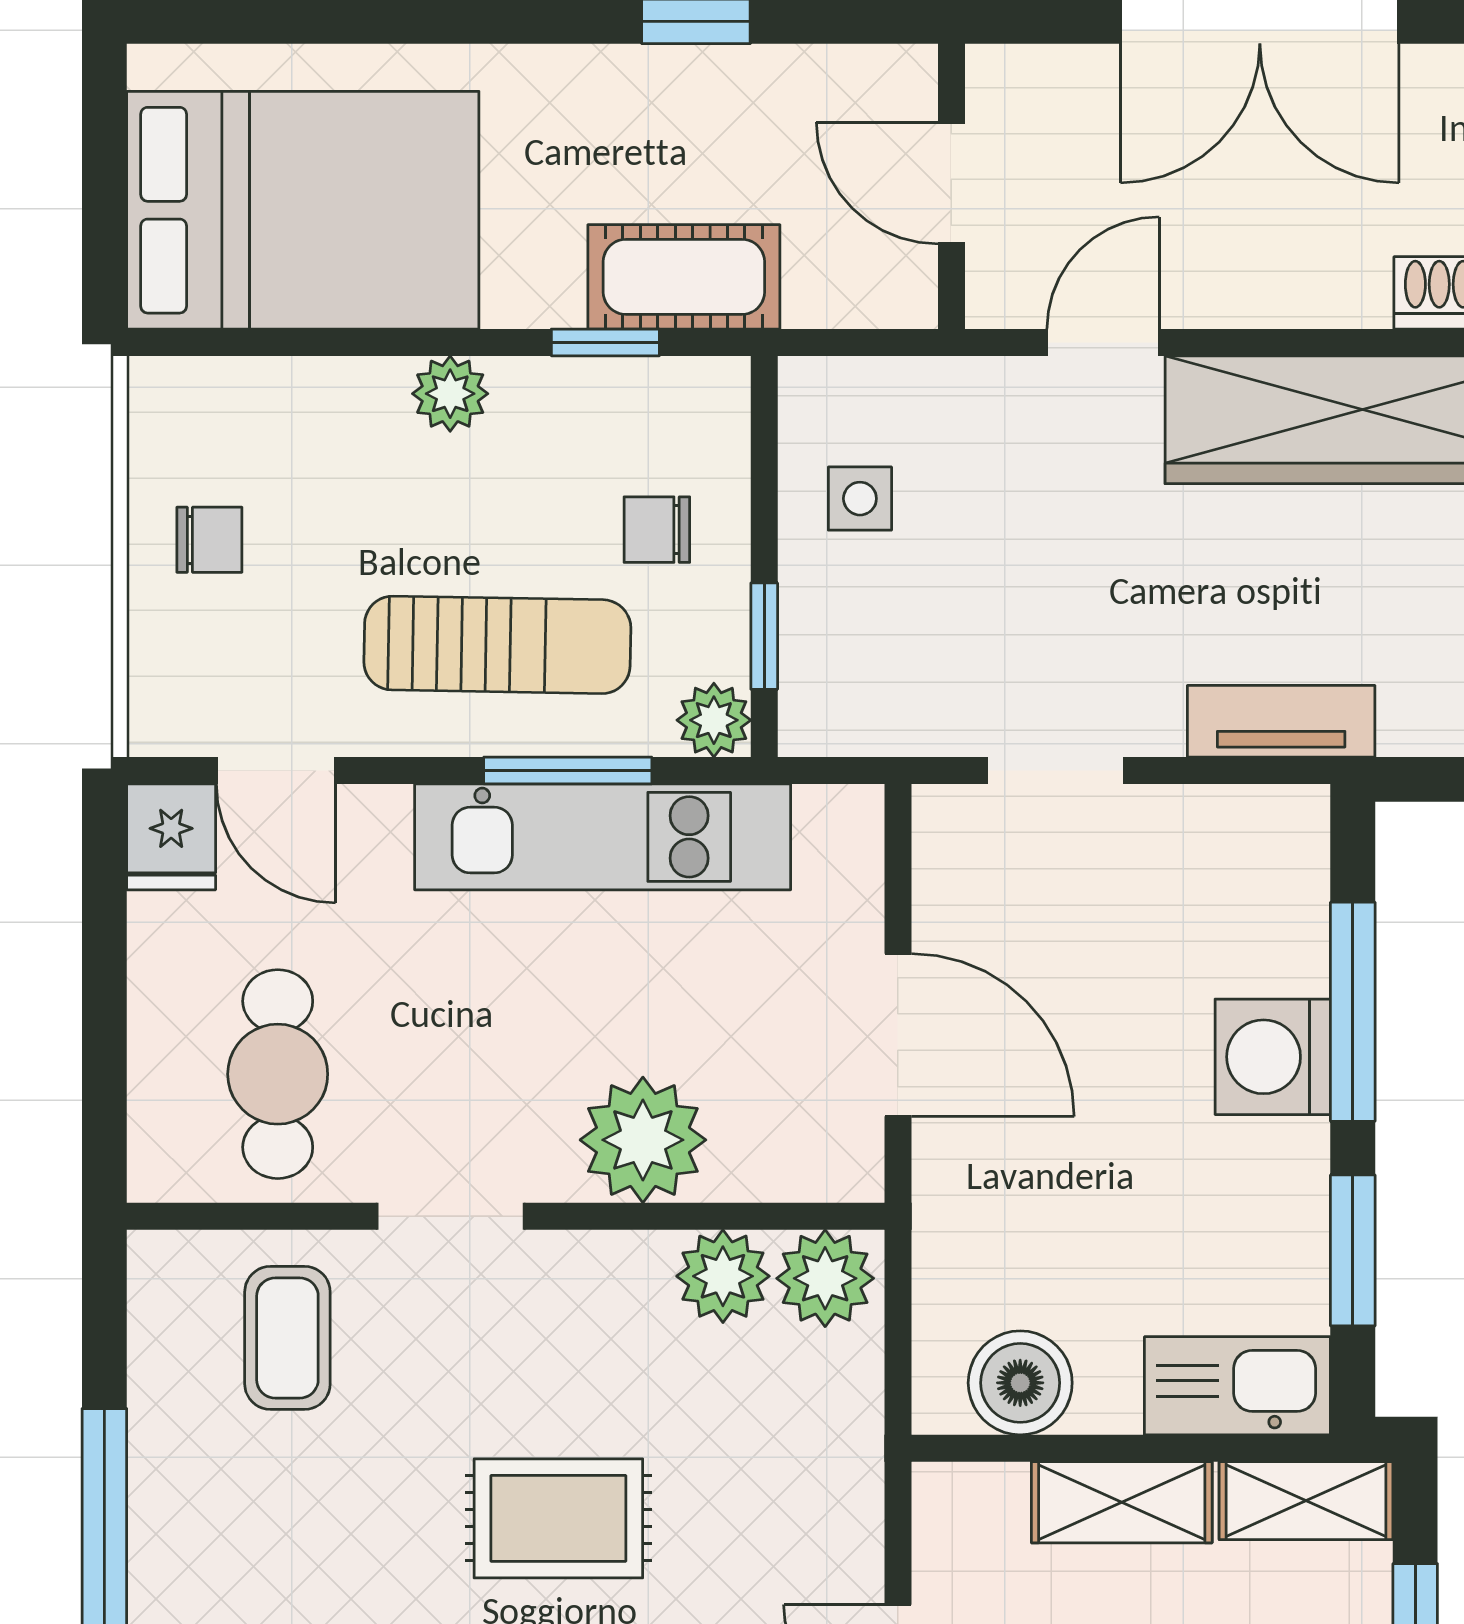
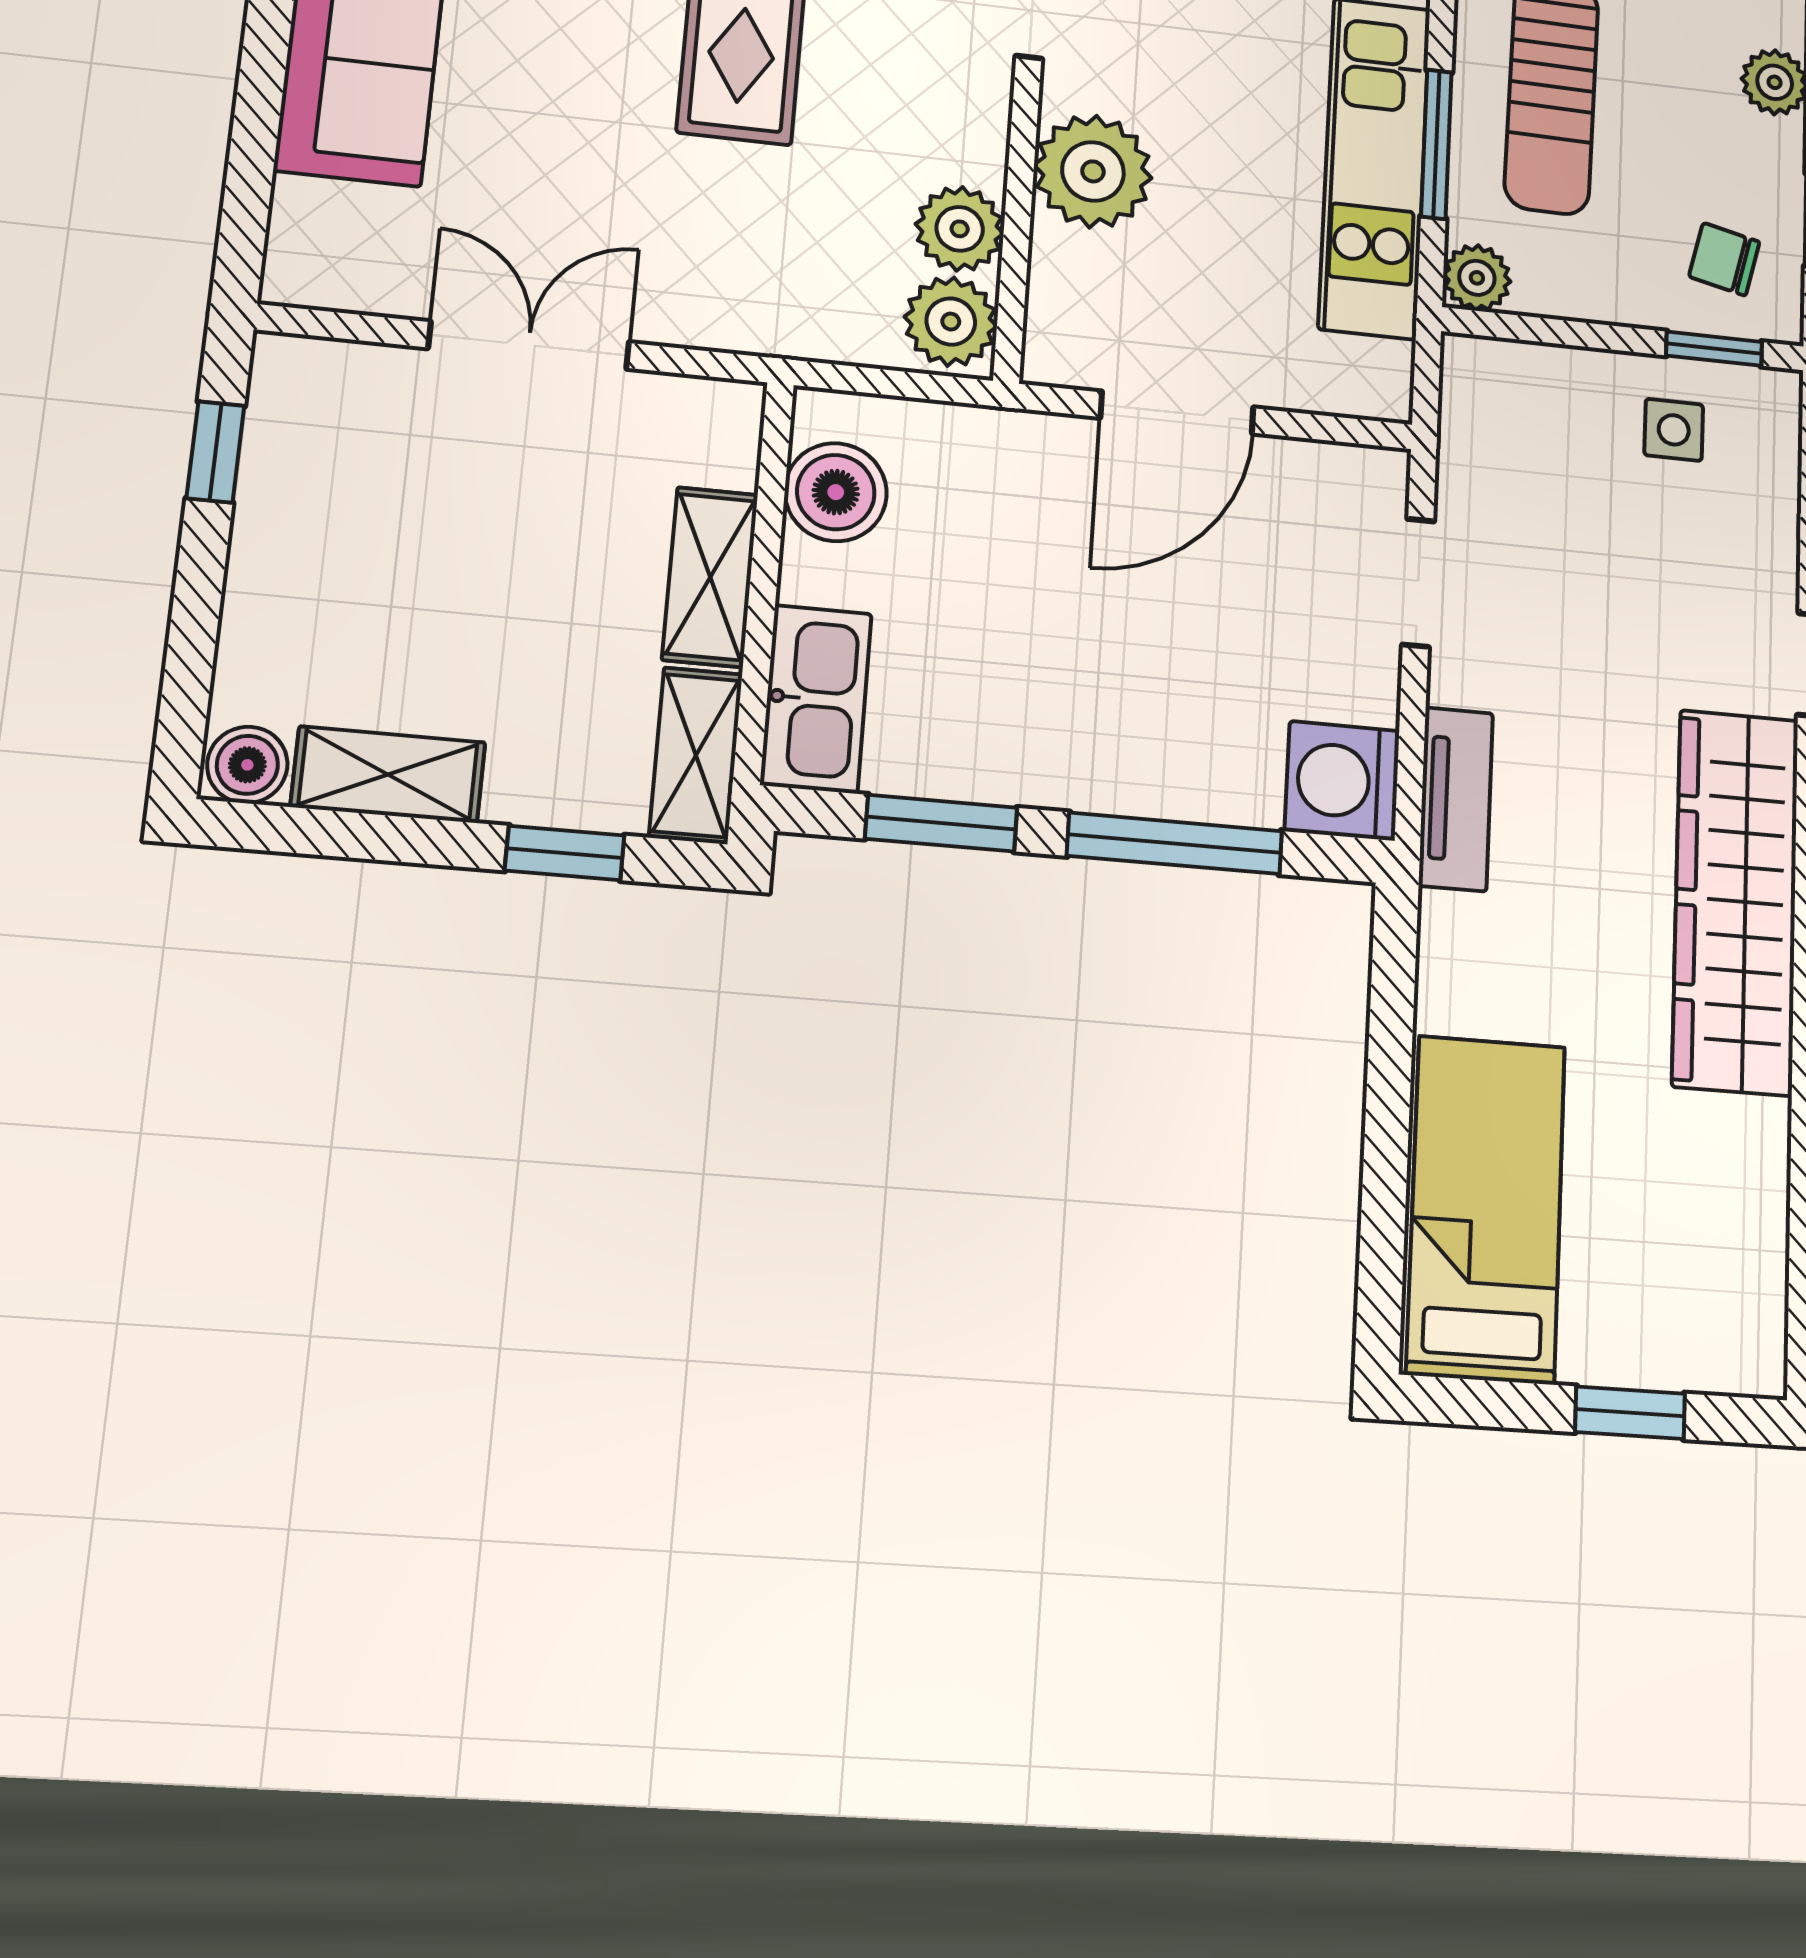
chair: (657, 530) -> (1724, 259), moved, turned -77
window: (764, 636) -> (1714, 349), moved
washing machine: (1273, 1057) -> (1342, 781), moved, turned -90

